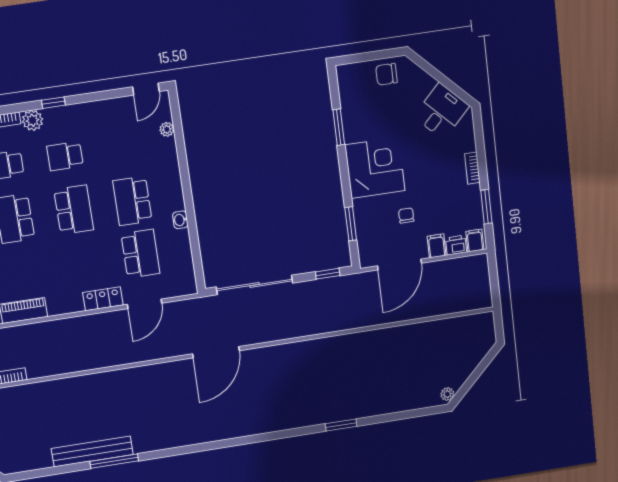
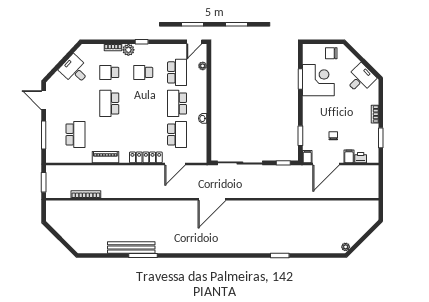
corner desk: (375, 168) -> (318, 80), moved
school desk: (74, 210) -> (177, 72), moved
filing cabinet: (475, 240) -> (307, 157), moved
locker: (103, 299) -> (146, 157), width x1.53

